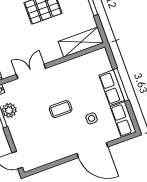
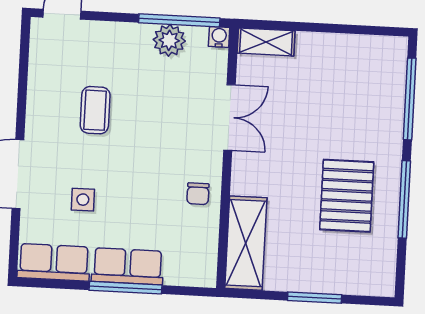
chair: (69, 71) -> (198, 194), added
coffee table: (61, 109) -> (95, 110), moved

